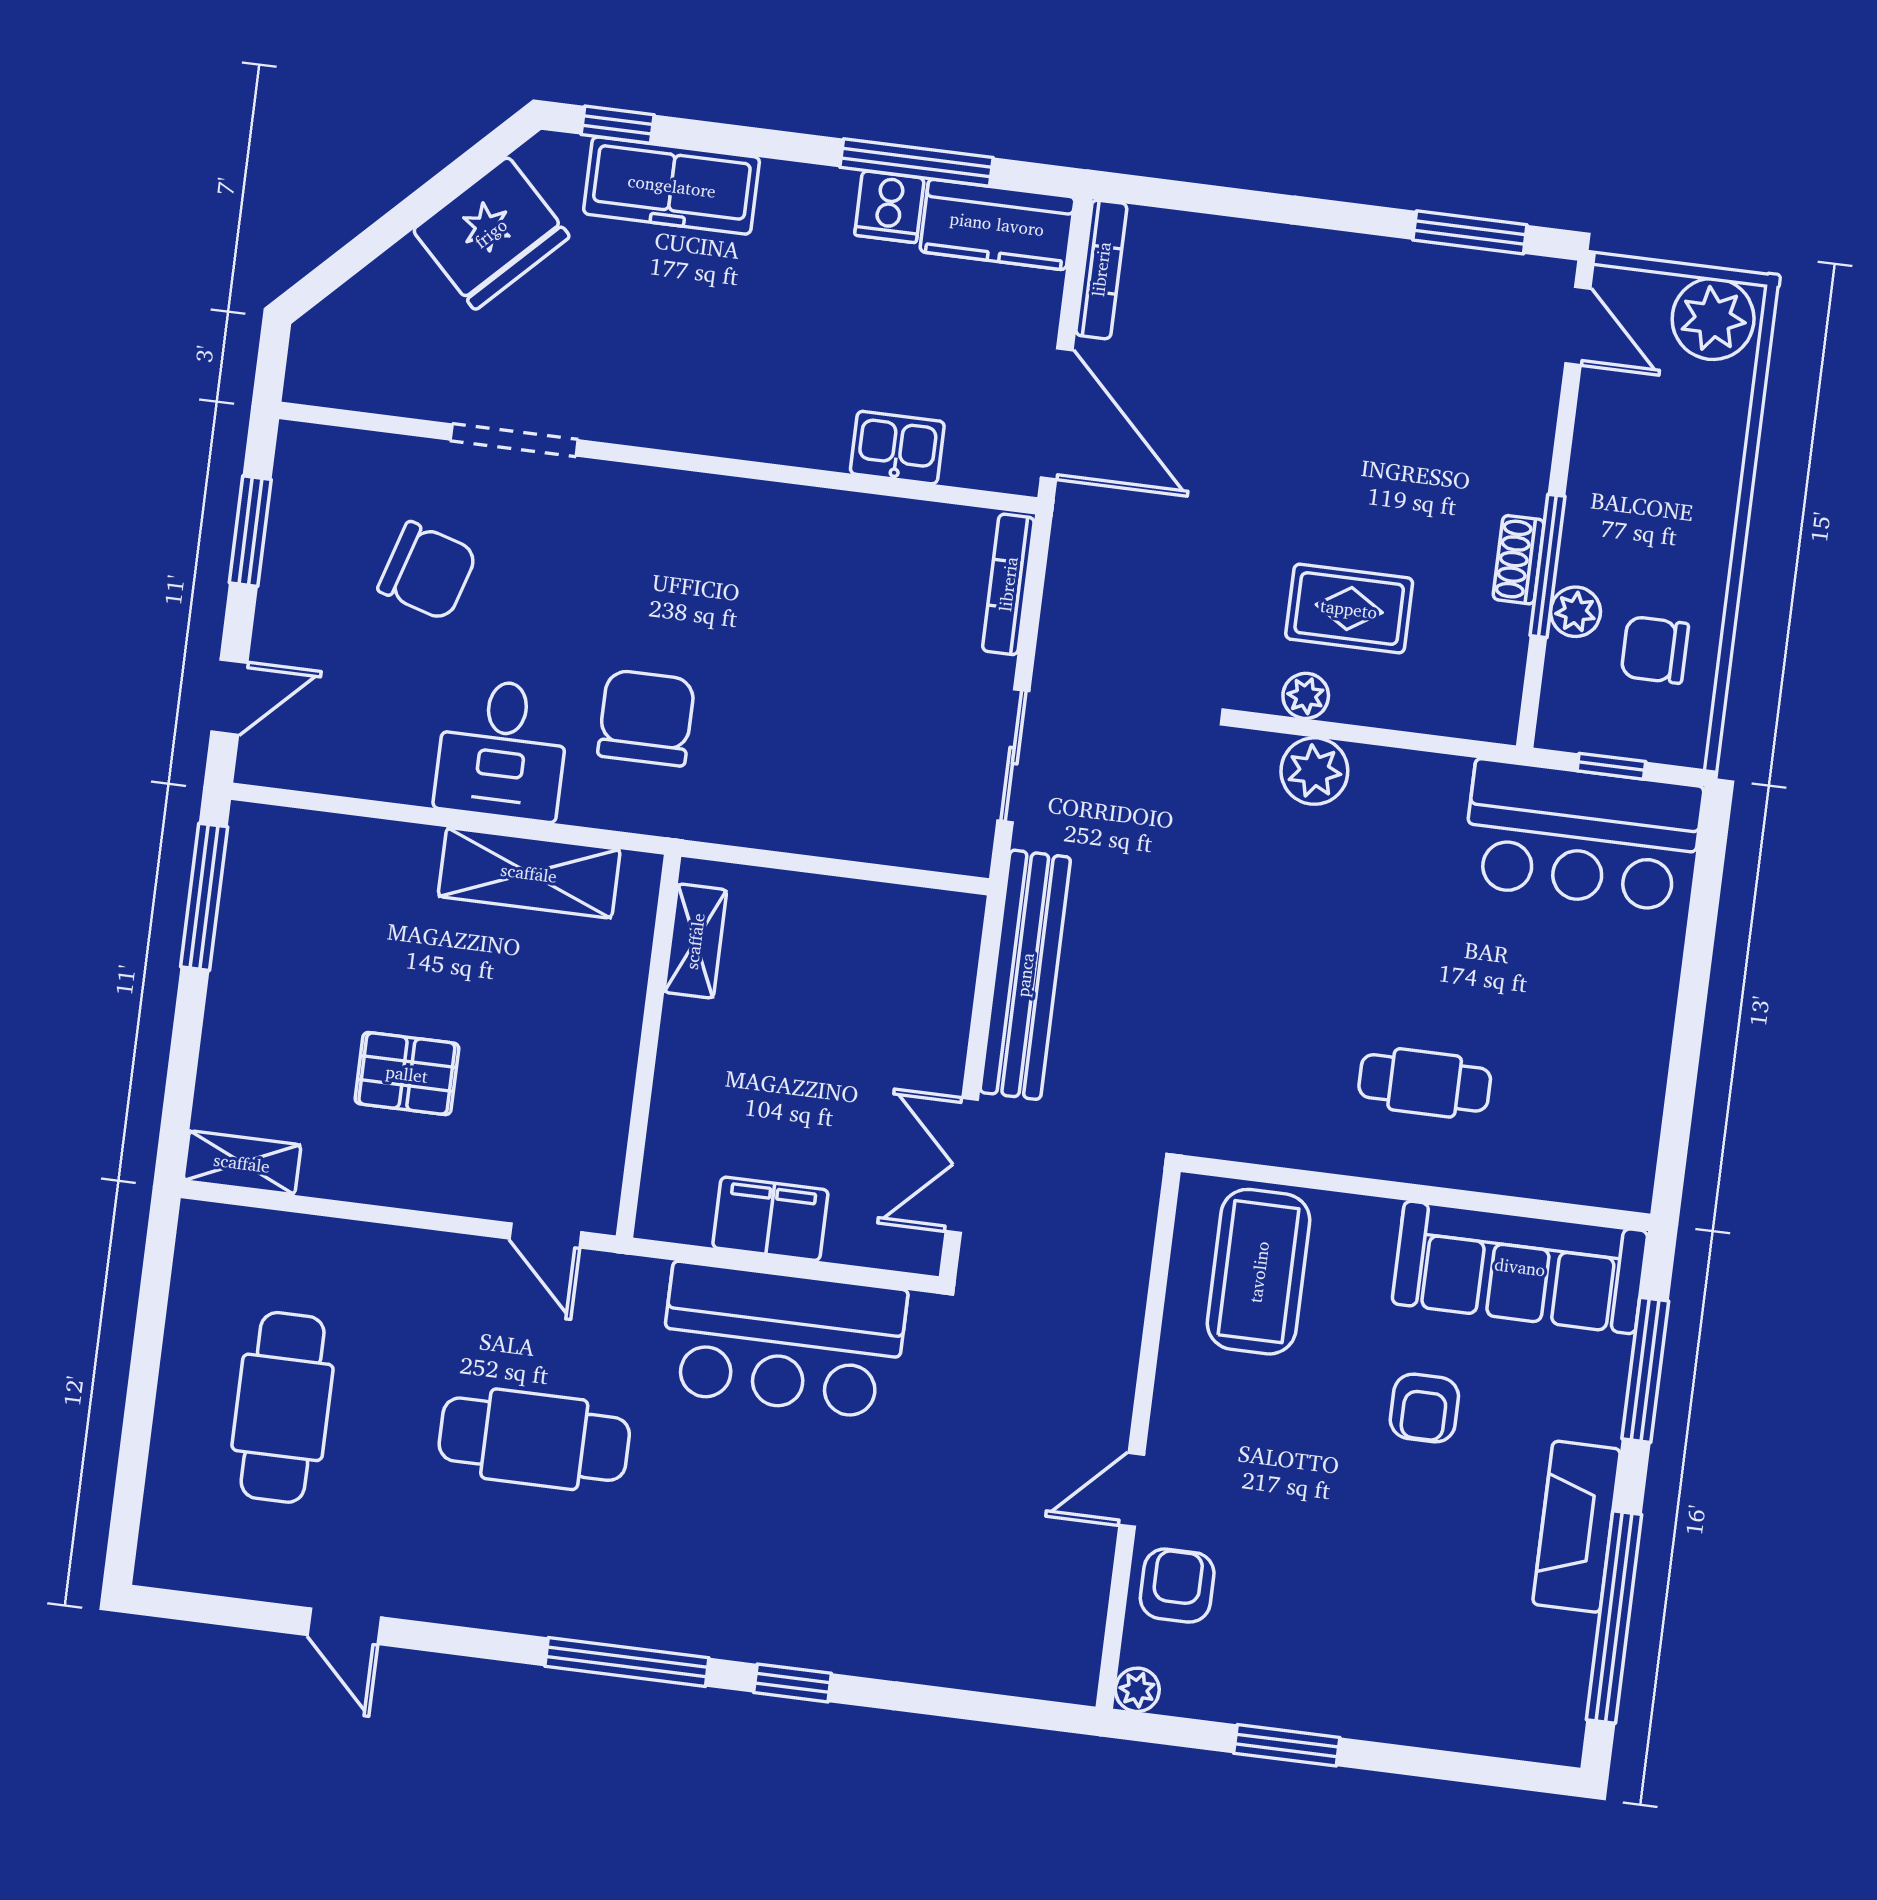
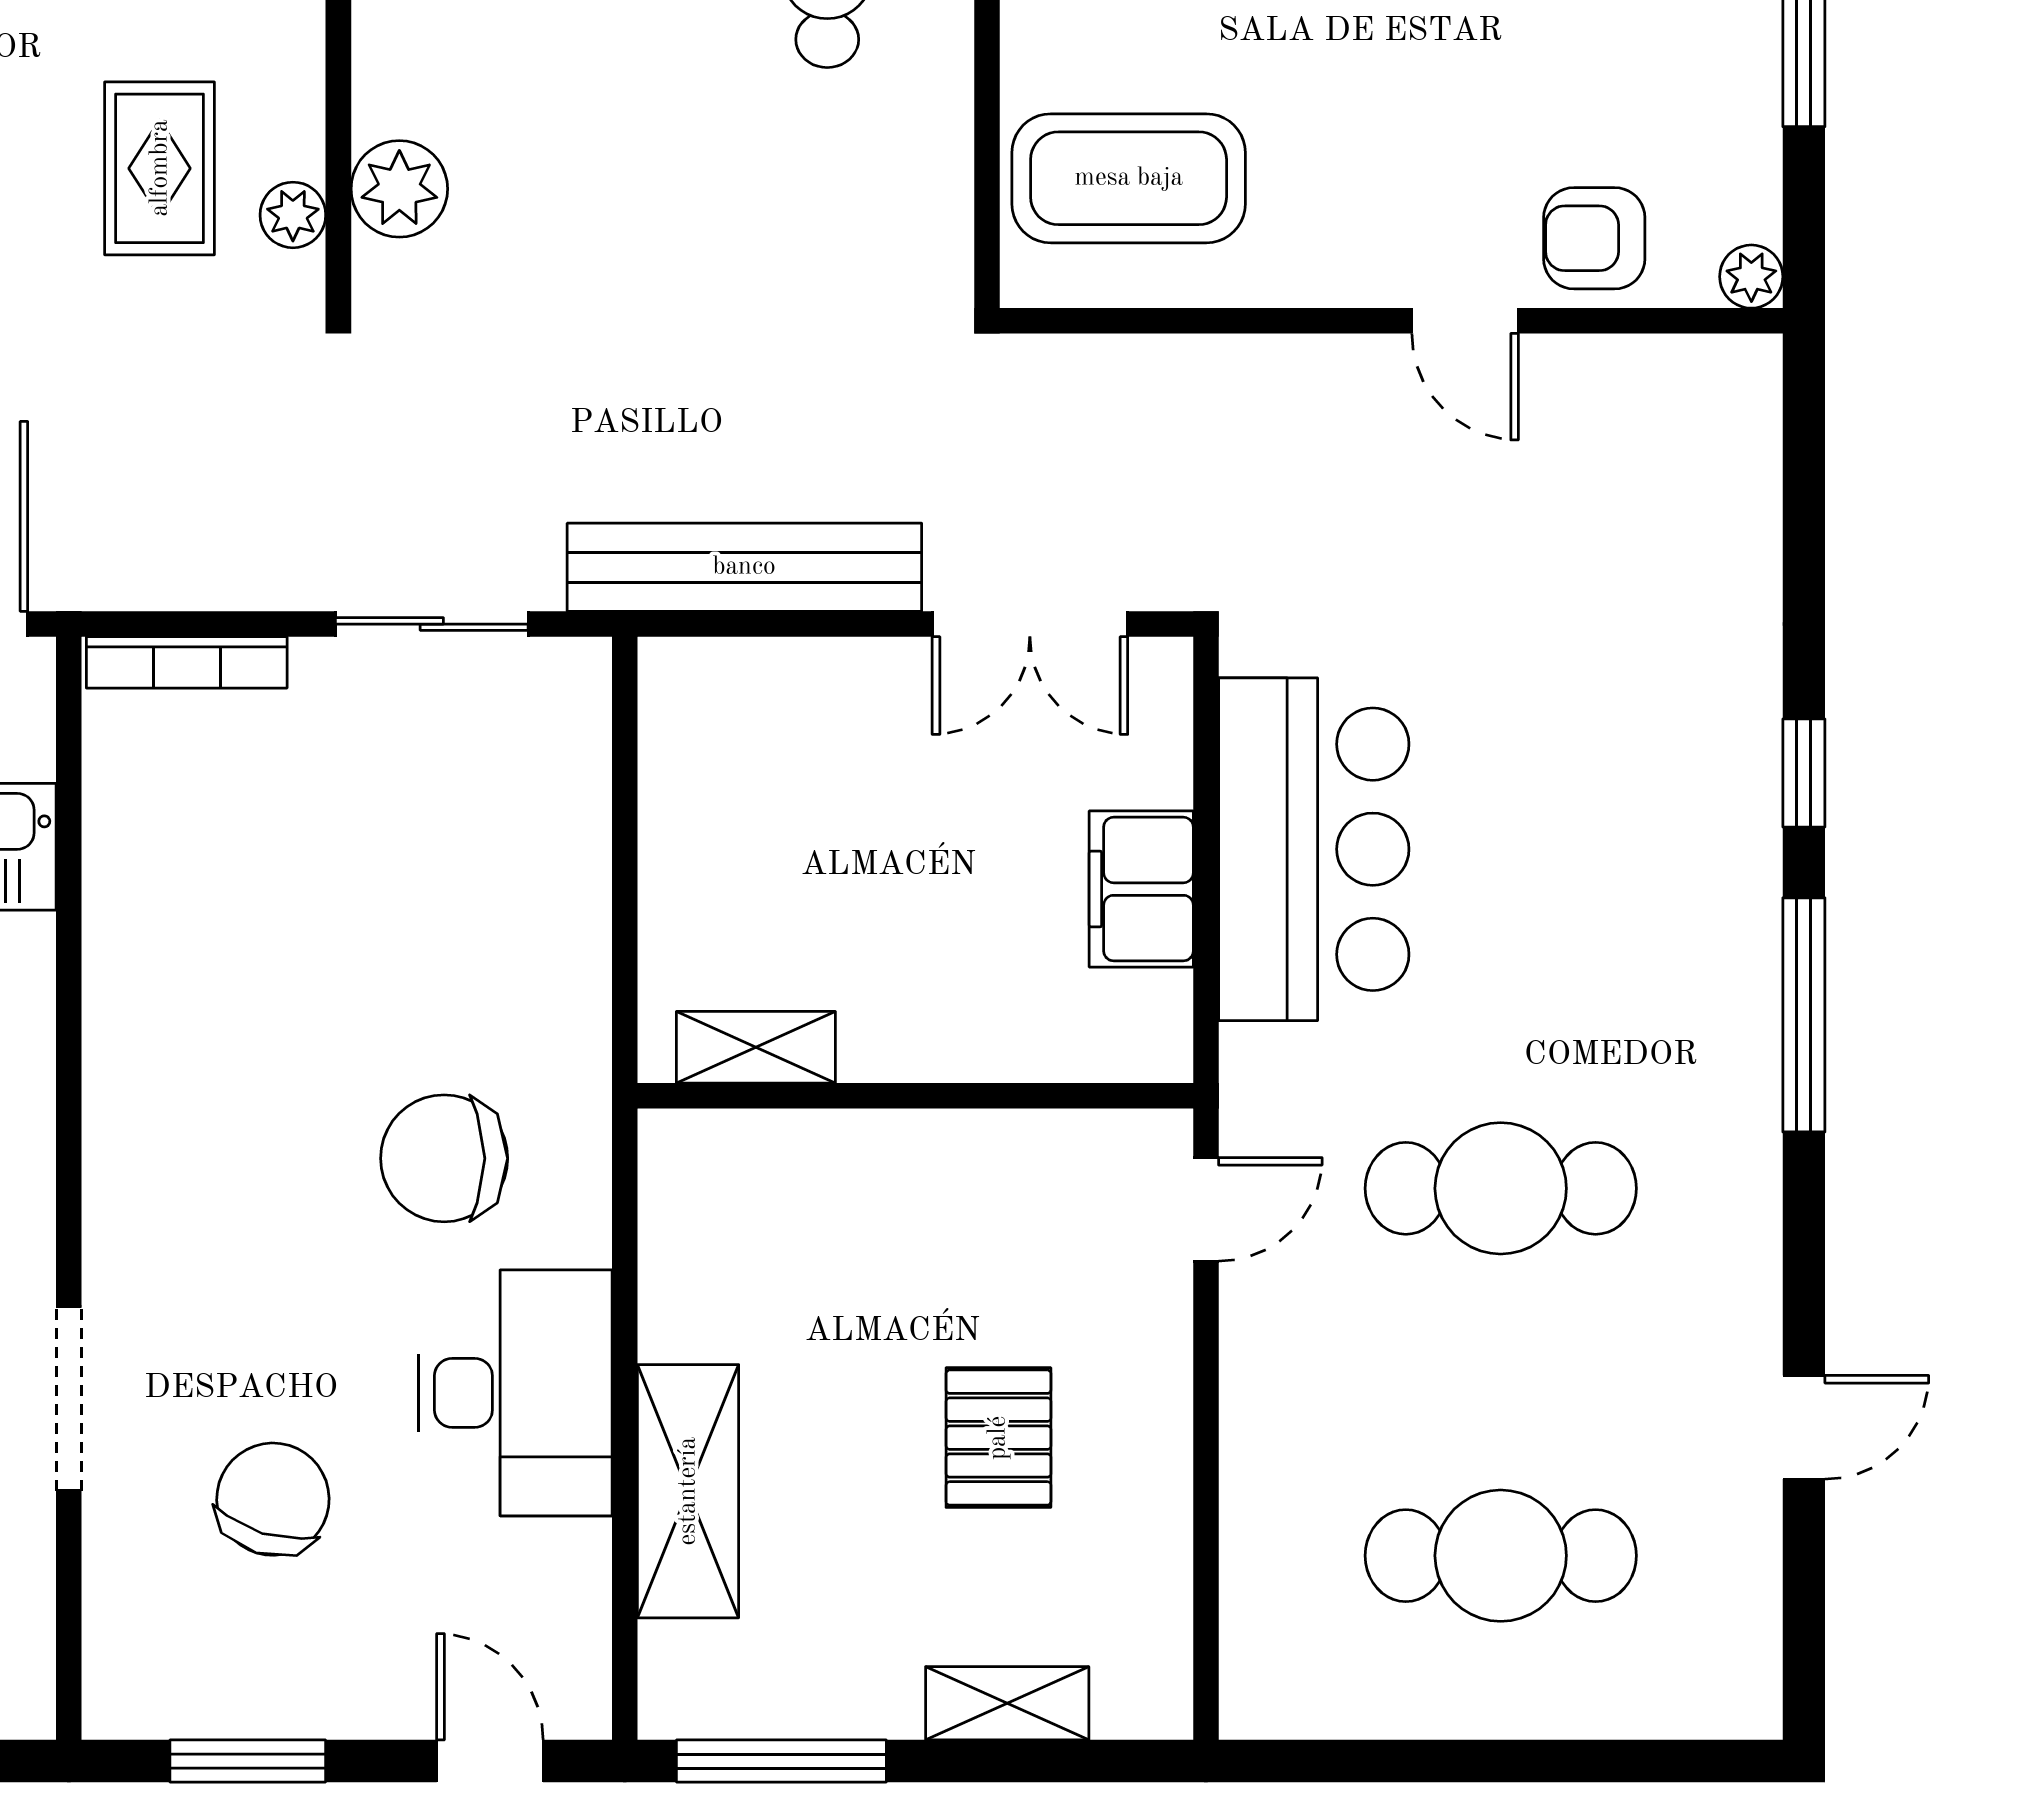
desk: (502, 749) -> (516, 1393), width x1.37
shelving: (529, 873) -> (688, 1491), moved
shelving: (242, 1163) -> (1007, 1703), moved, turned 90
cafe table: (534, 1439) -> (1501, 1188), turned 90

